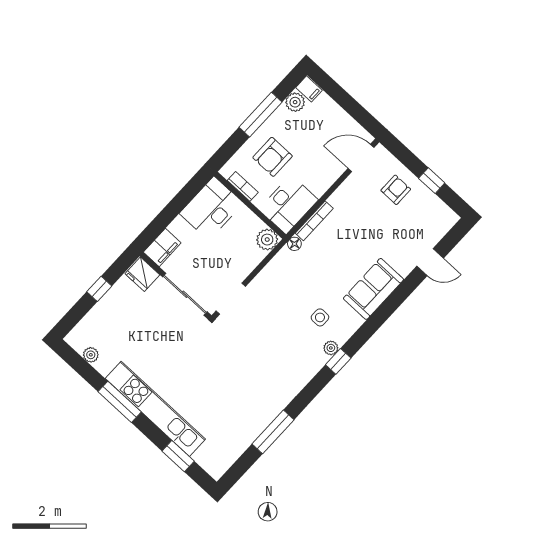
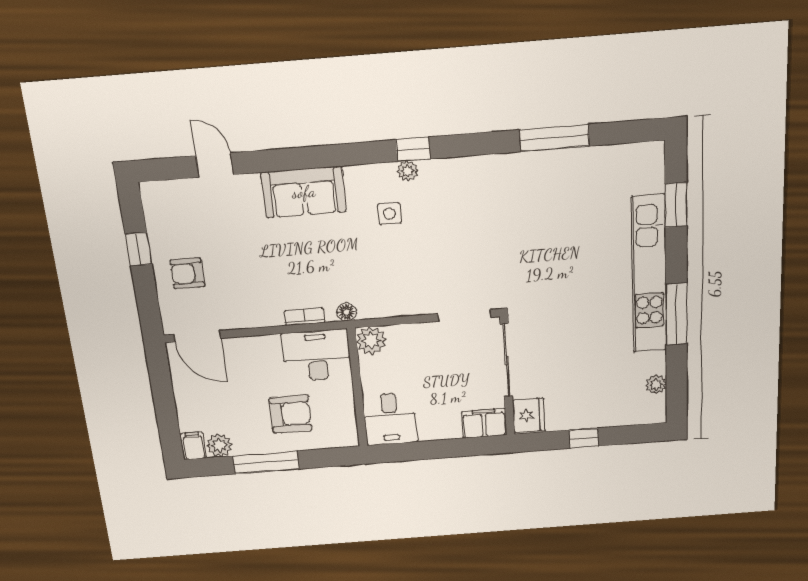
bookcase: (243, 186) -> (348, 412), removed
desk: (211, 208) -> (390, 419), width x0.73
bookcase: (314, 221) -> (304, 317), width x0.64

